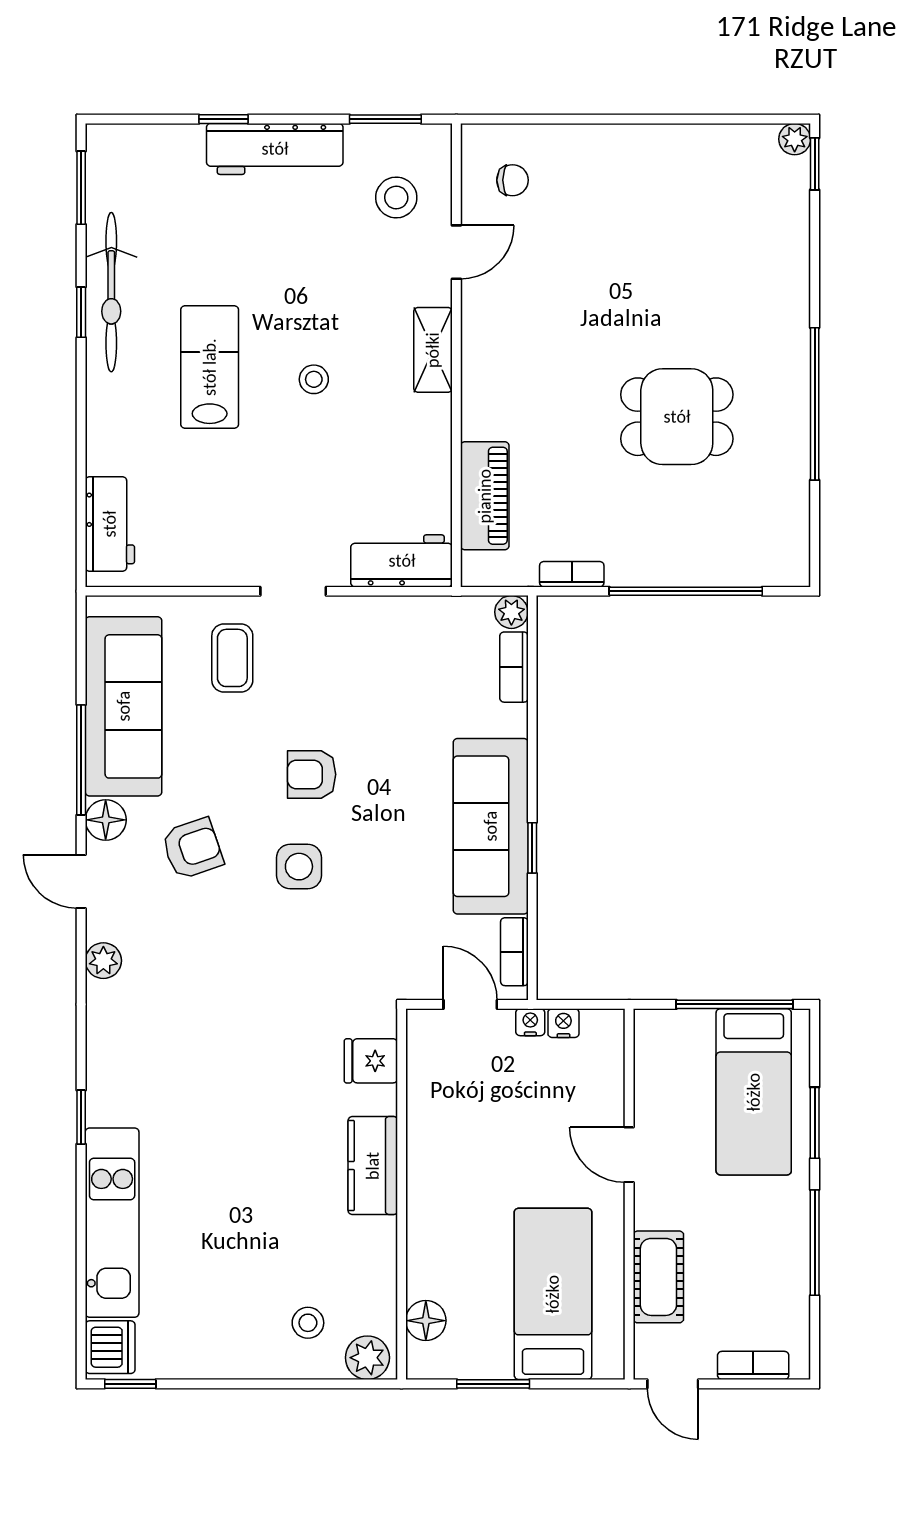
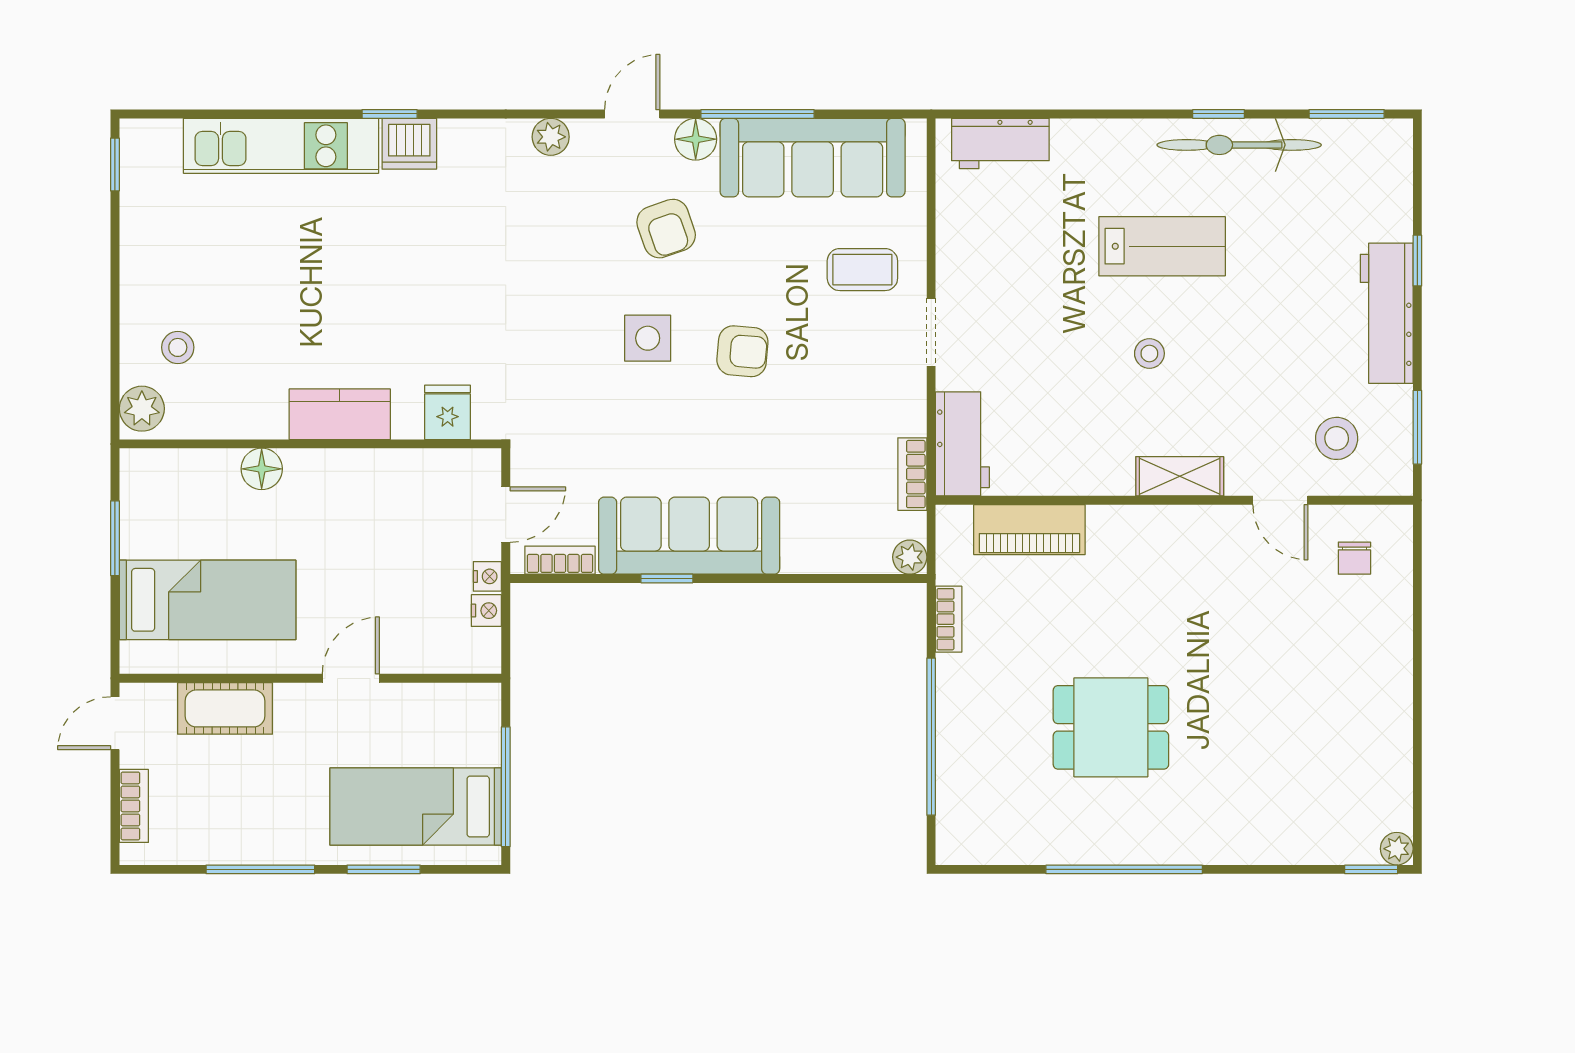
dining table: (677, 417) -> (1111, 727), turned 90
bookcase: (514, 667) -> (912, 474), moved, turned -90
armchair: (312, 774) -> (742, 351), turned 95
floor lamp: (426, 1321) -> (262, 469), moved
dishwasher: (110, 1347) -> (409, 144), moved

